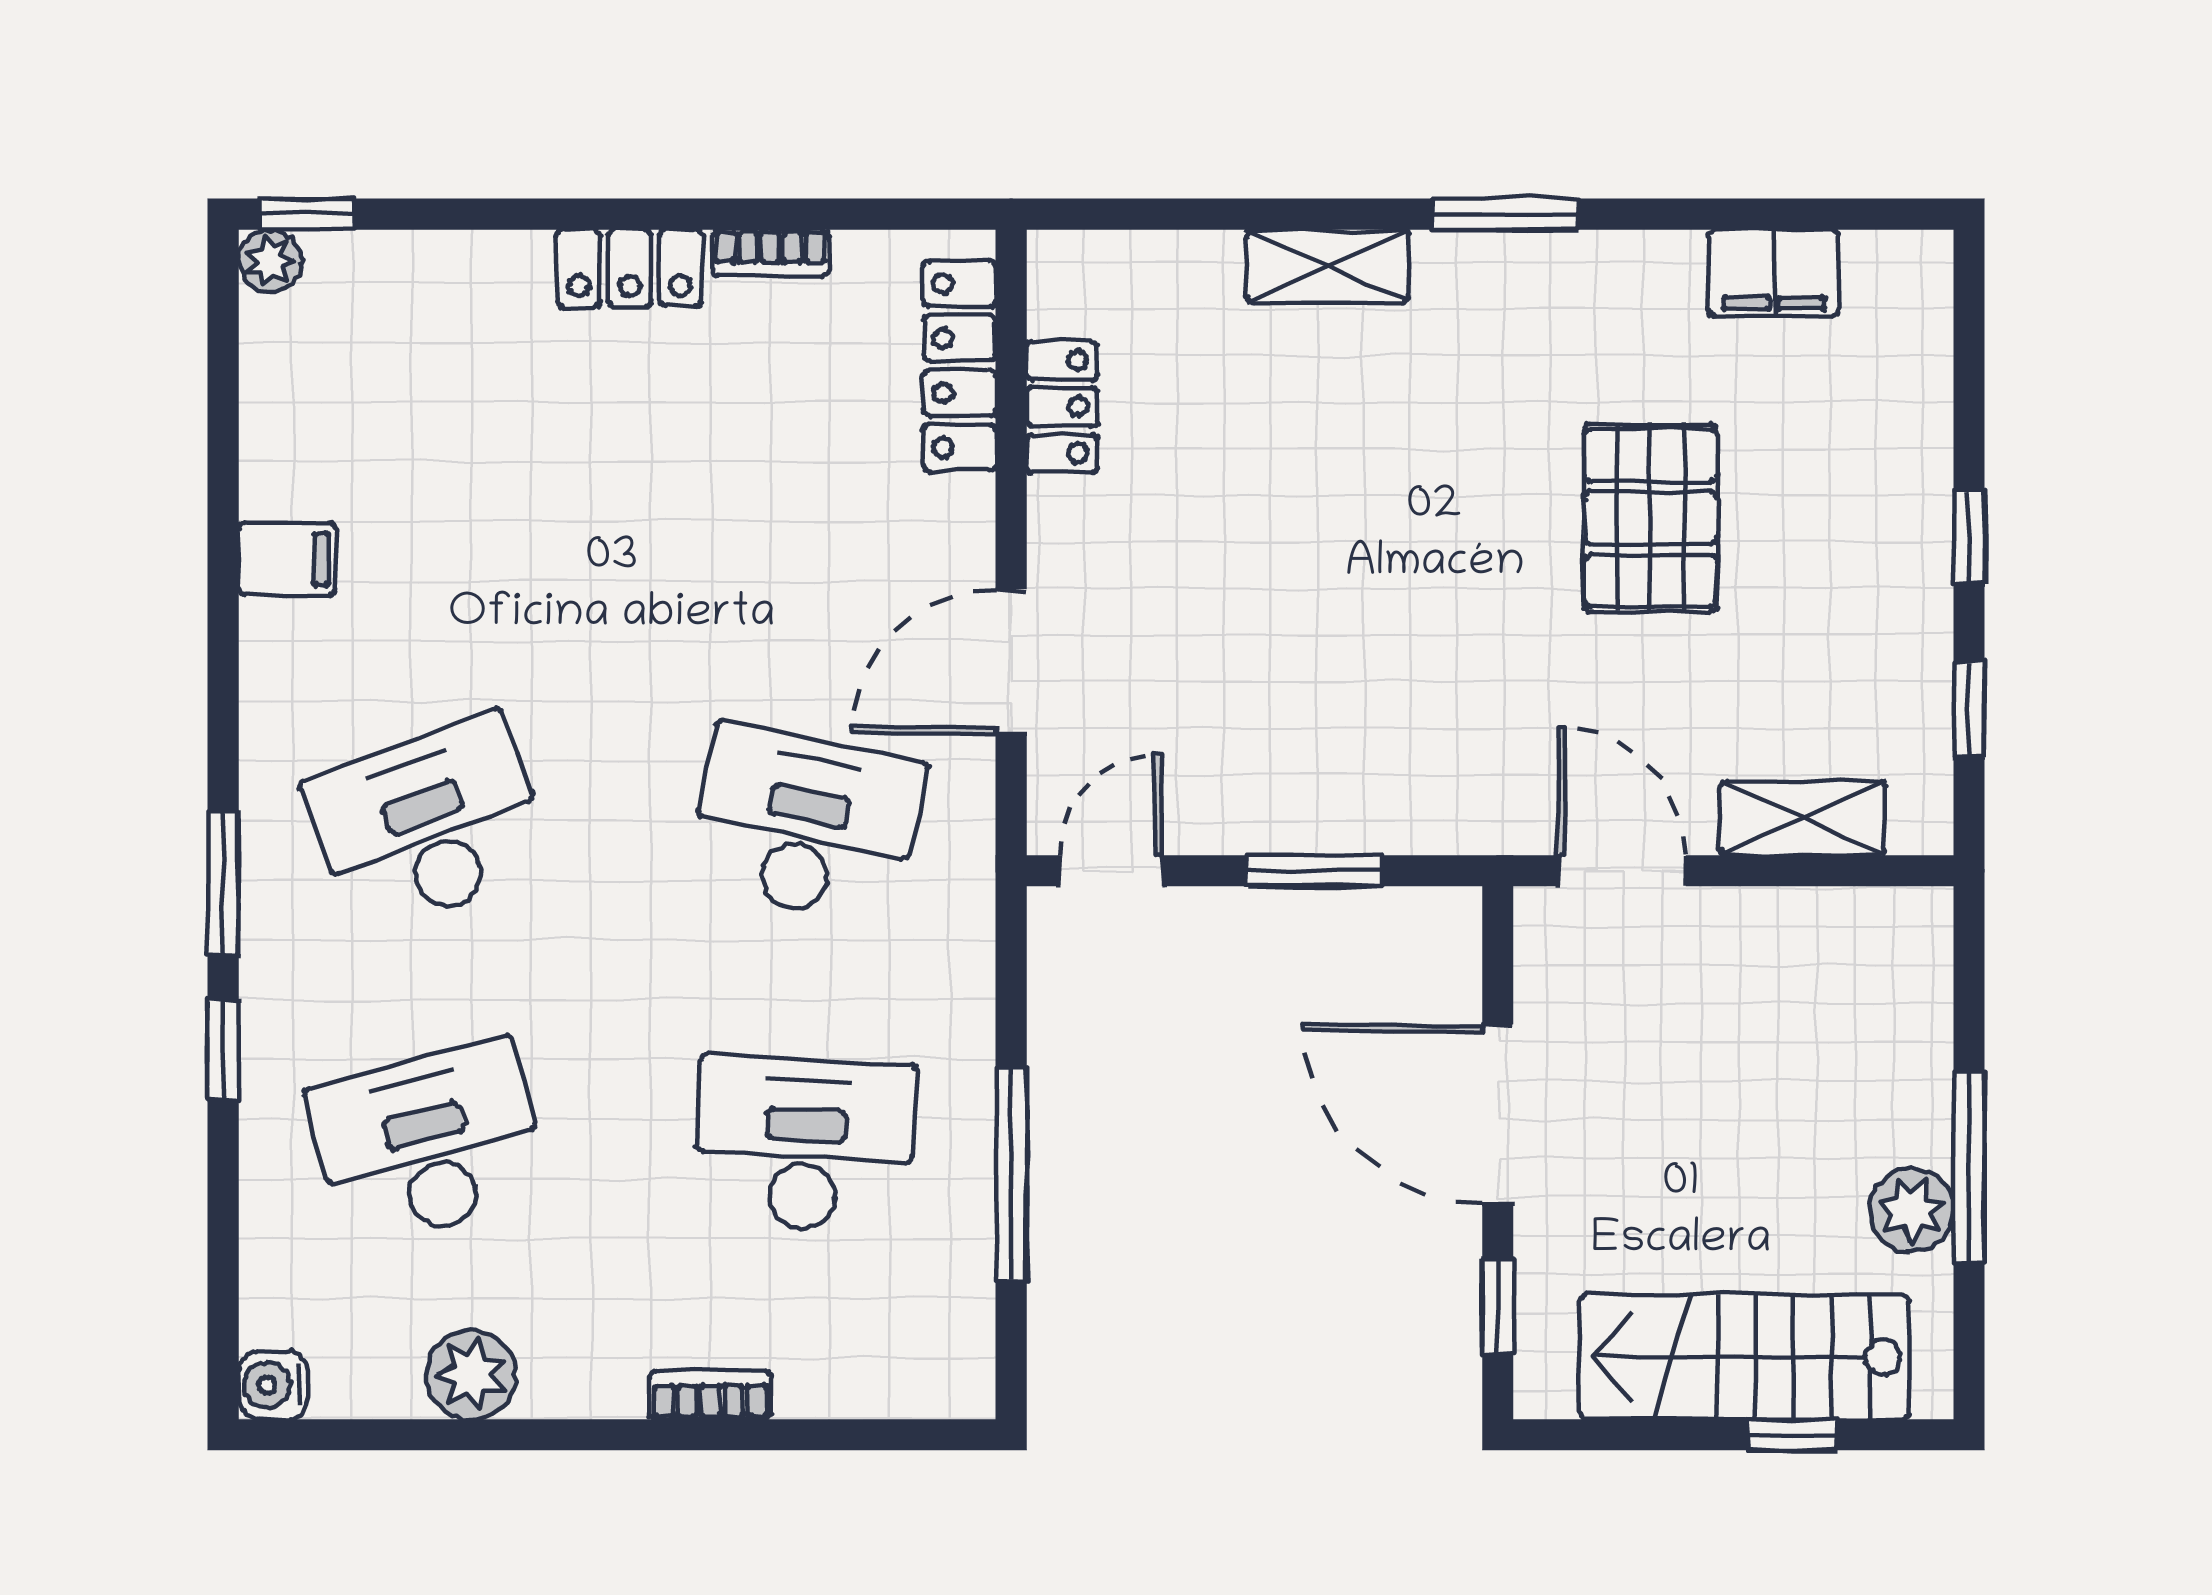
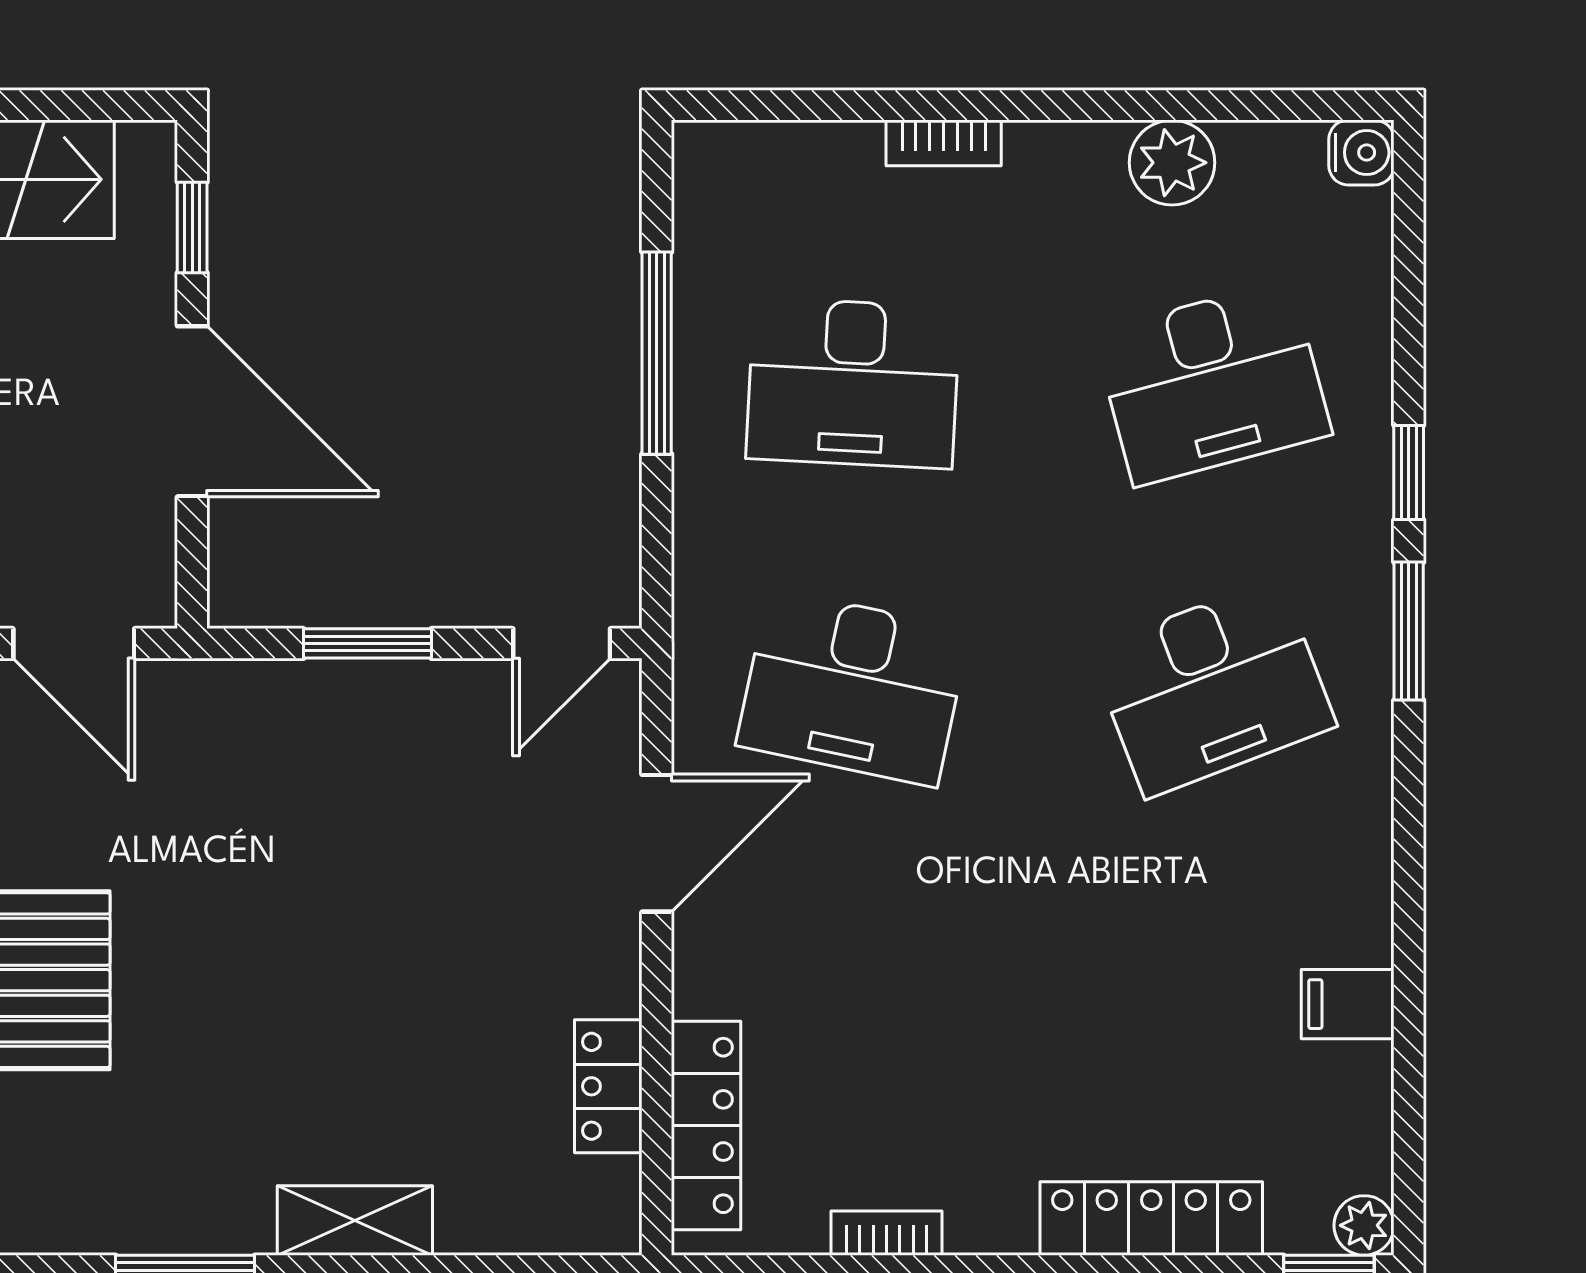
locker: (630, 268) -> (1151, 1219), moved, width x1.53
filing cabinet: (287, 559) -> (1348, 1004), moved

